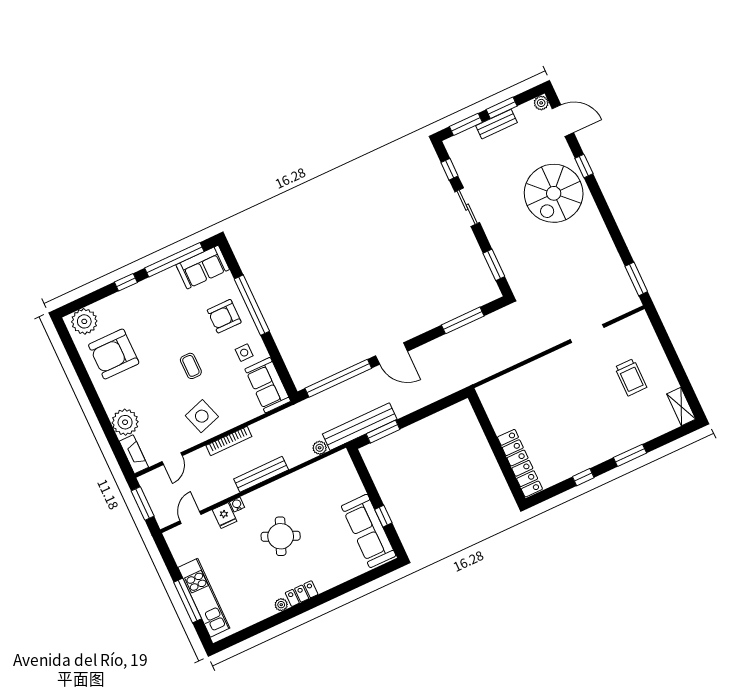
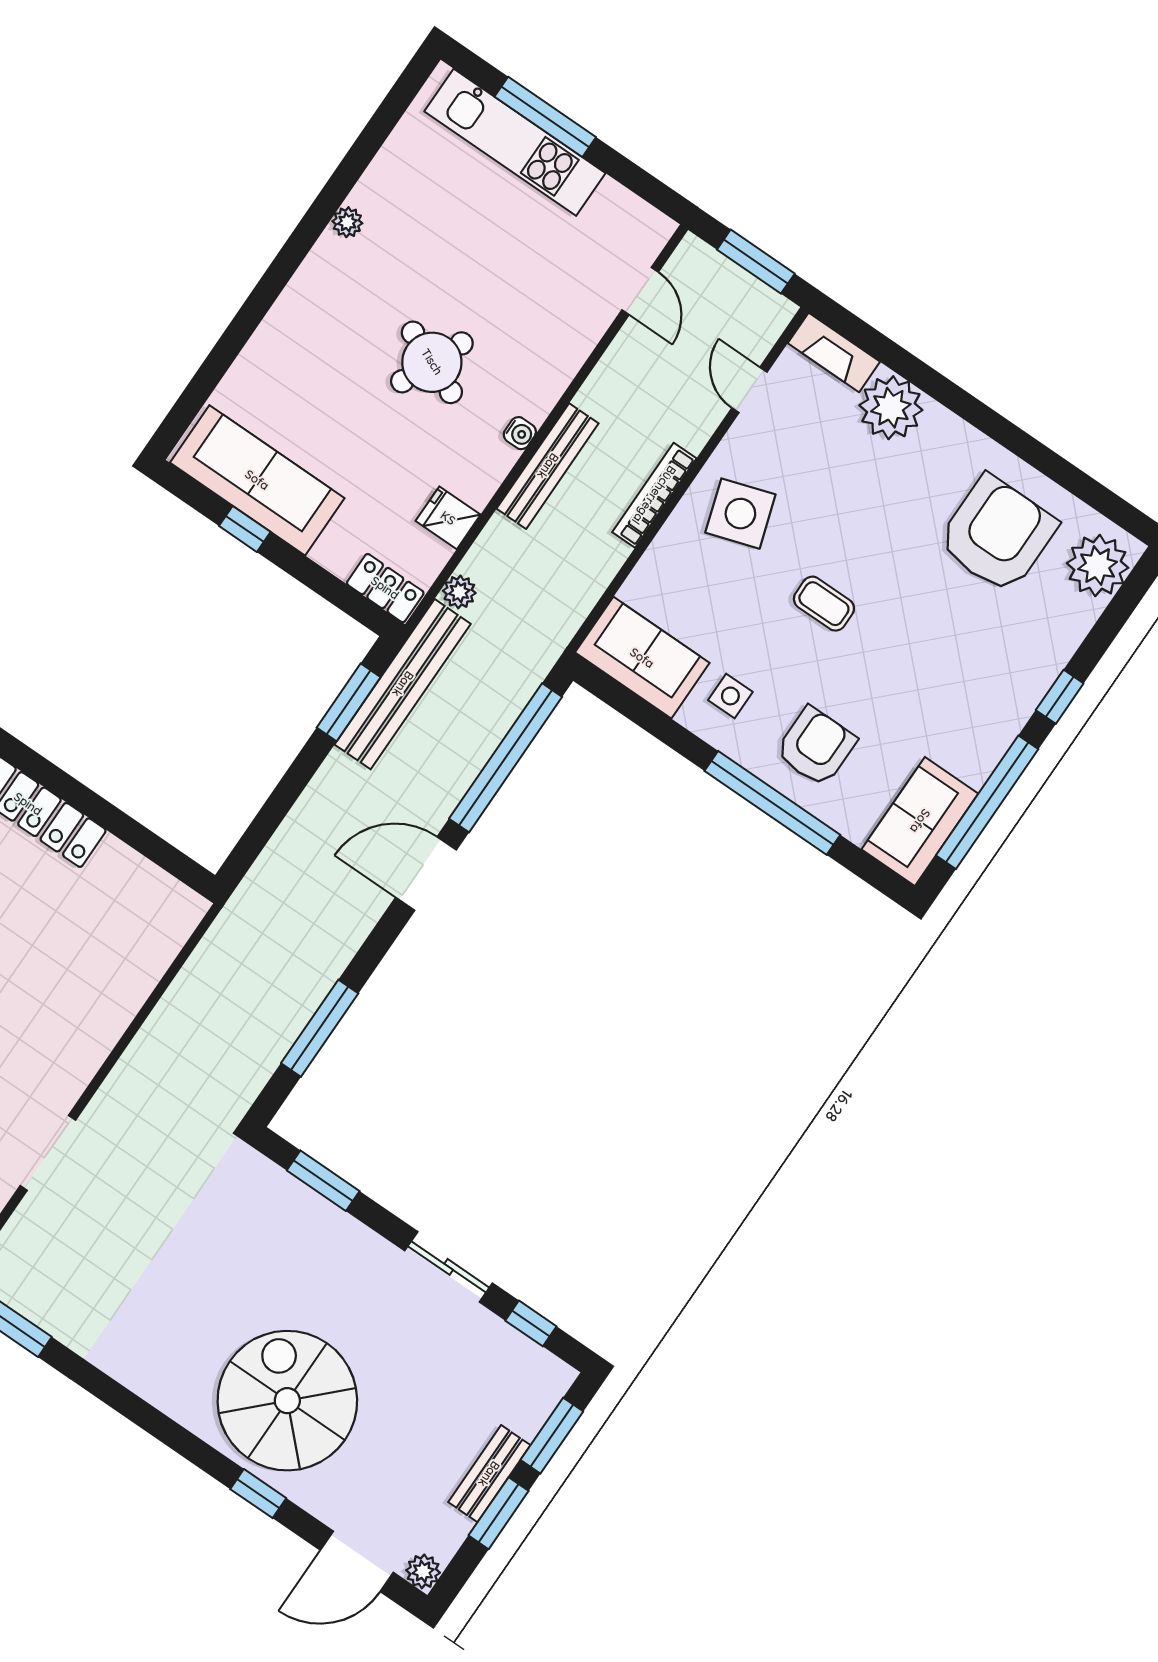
water cooler: (237, 505) -> (520, 433), moved
fridge: (225, 516) -> (448, 518), moved
locker: (302, 594) -> (385, 588), moved, turned -90

